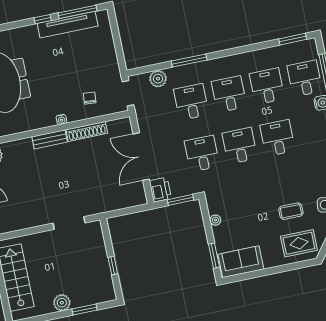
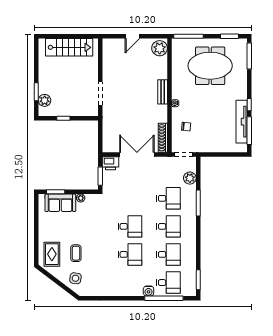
shoe rack: (87, 131) -> (163, 138), moved
desk: (202, 154) -> (130, 198), removed
sofa: (241, 262) -> (60, 203), moved, turned 90
plant: (62, 303) -> (45, 100), moved

